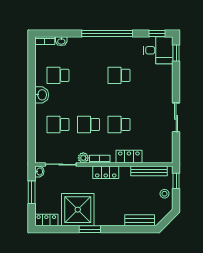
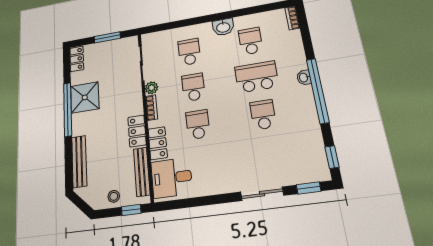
washbasin: (61, 41) -> (304, 78), moved
desk: (158, 50) -> (172, 178), moved, turned 90
school desk: (89, 75) -> (257, 77), added
sliding door: (176, 117) -> (262, 194), moved
washbasin: (39, 171) -> (132, 41), removed
locker: (106, 172) -> (137, 131), moved
shower: (78, 210) -> (85, 97), width x0.73, depth x0.73
bench: (140, 220) -> (79, 161), width x1.36
window: (90, 229) -> (68, 109), width x2.11

